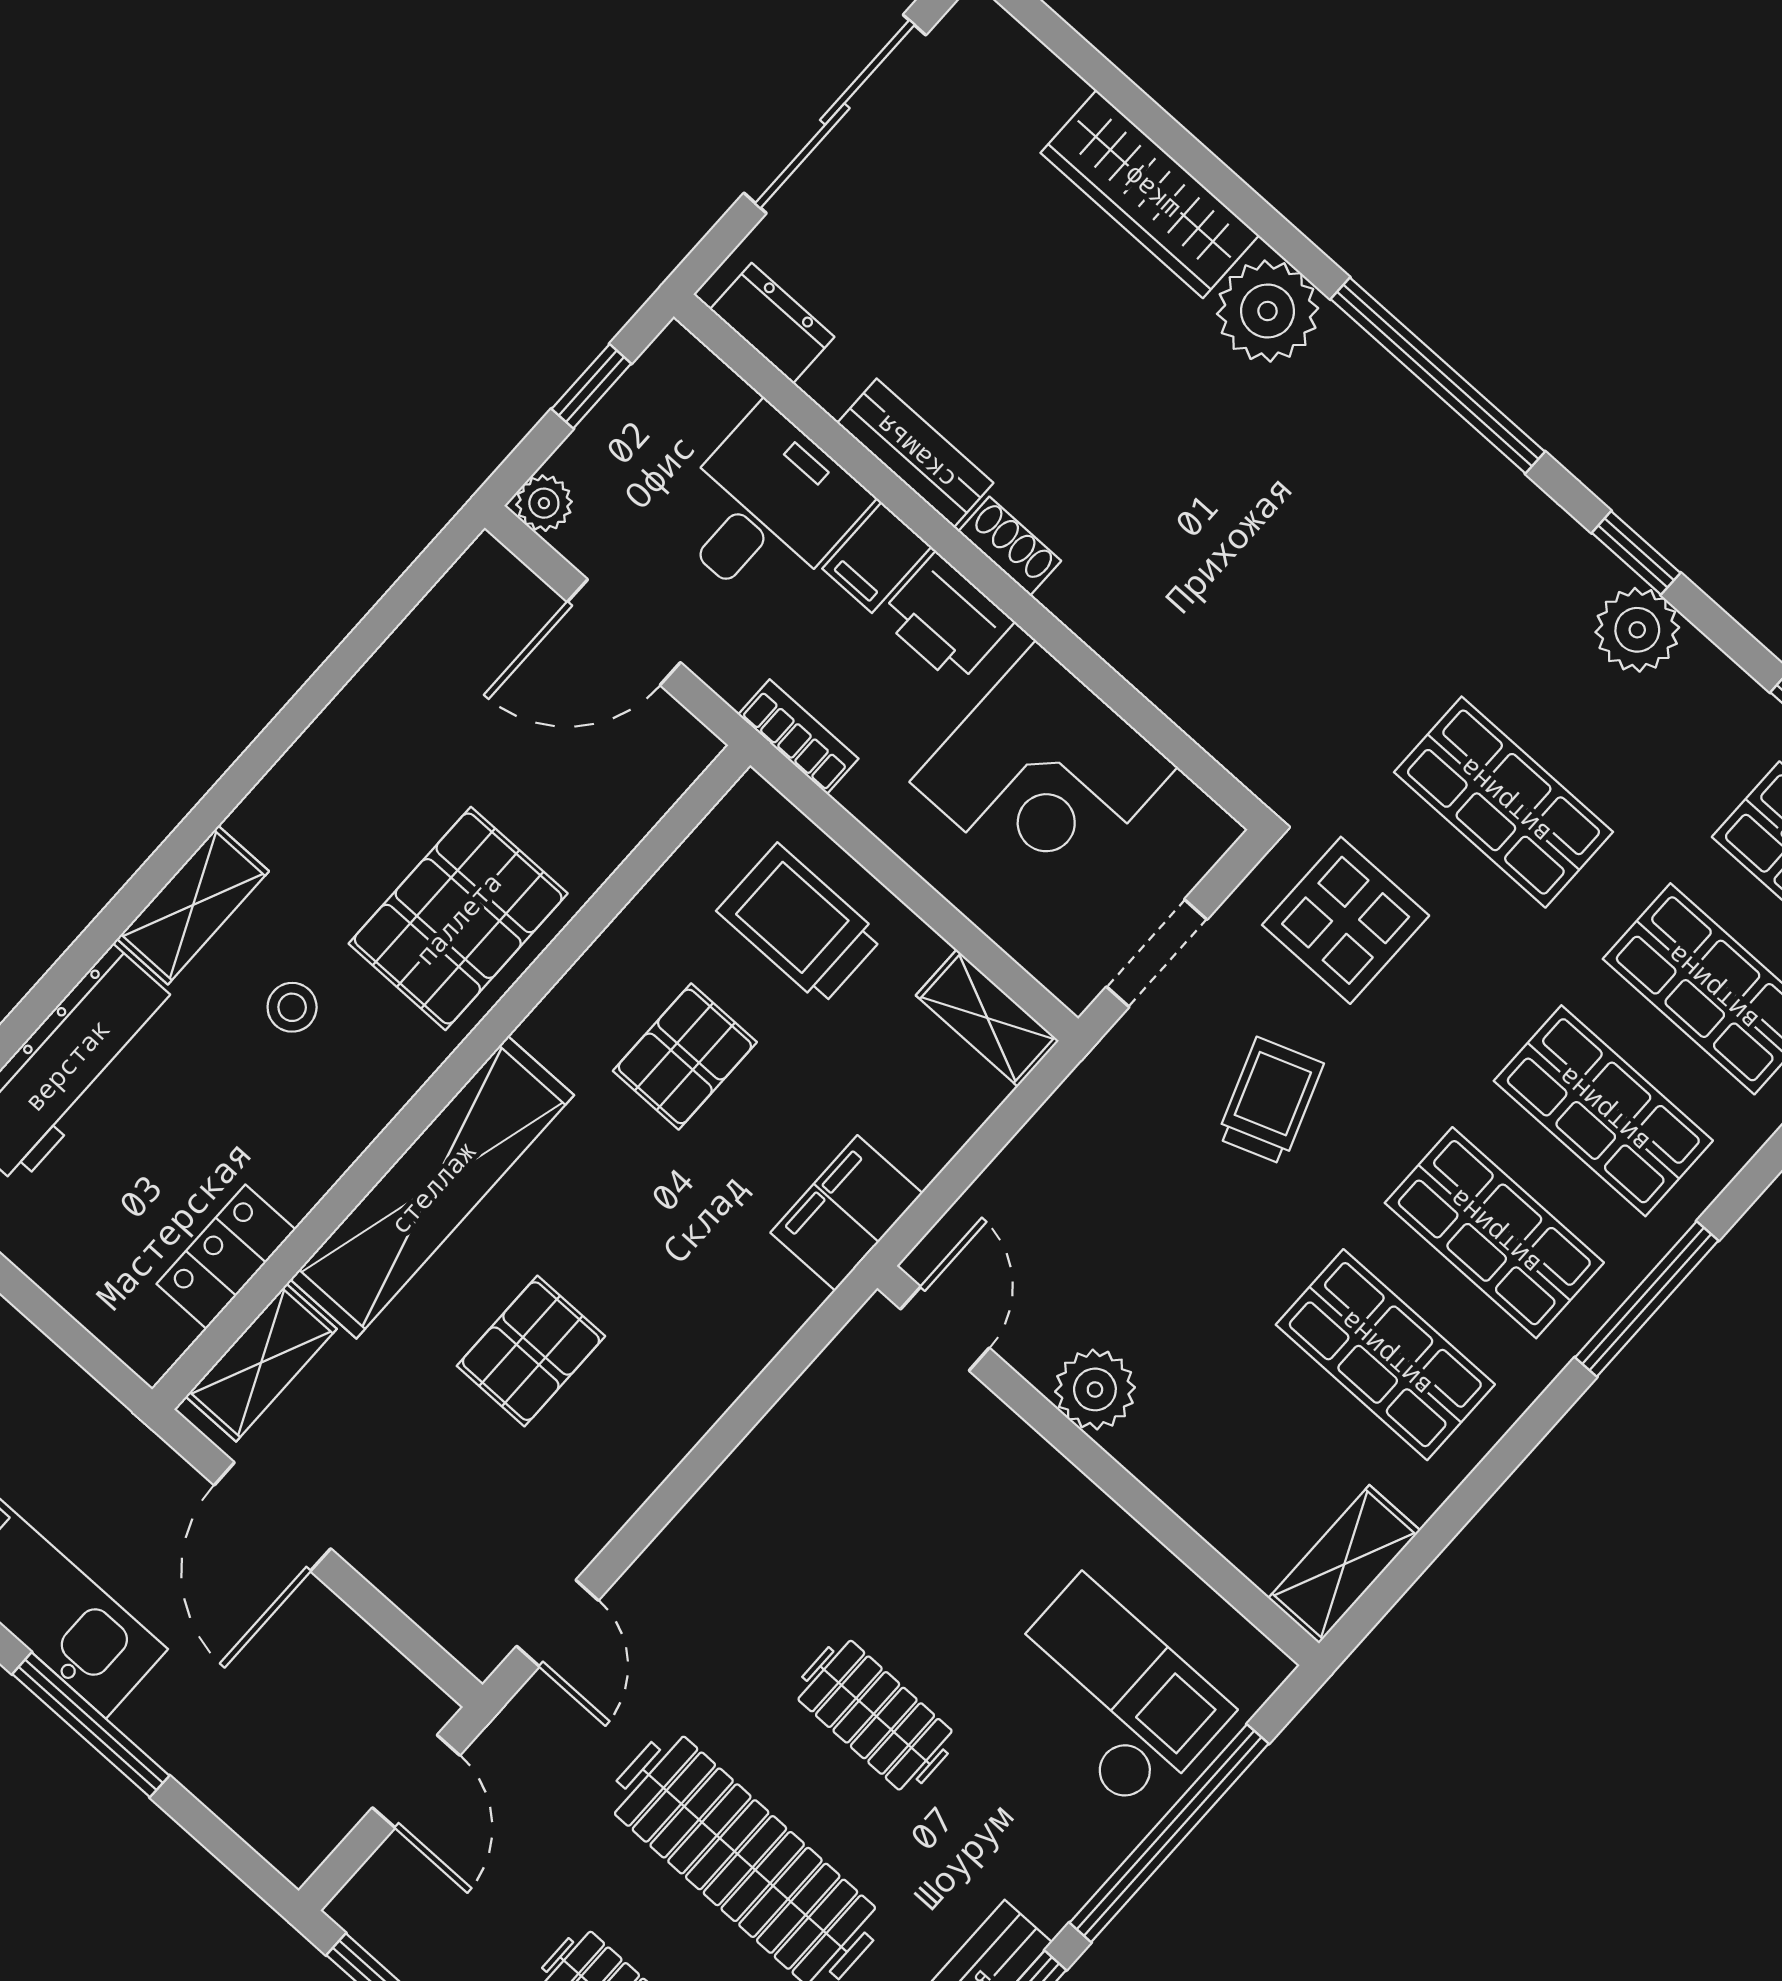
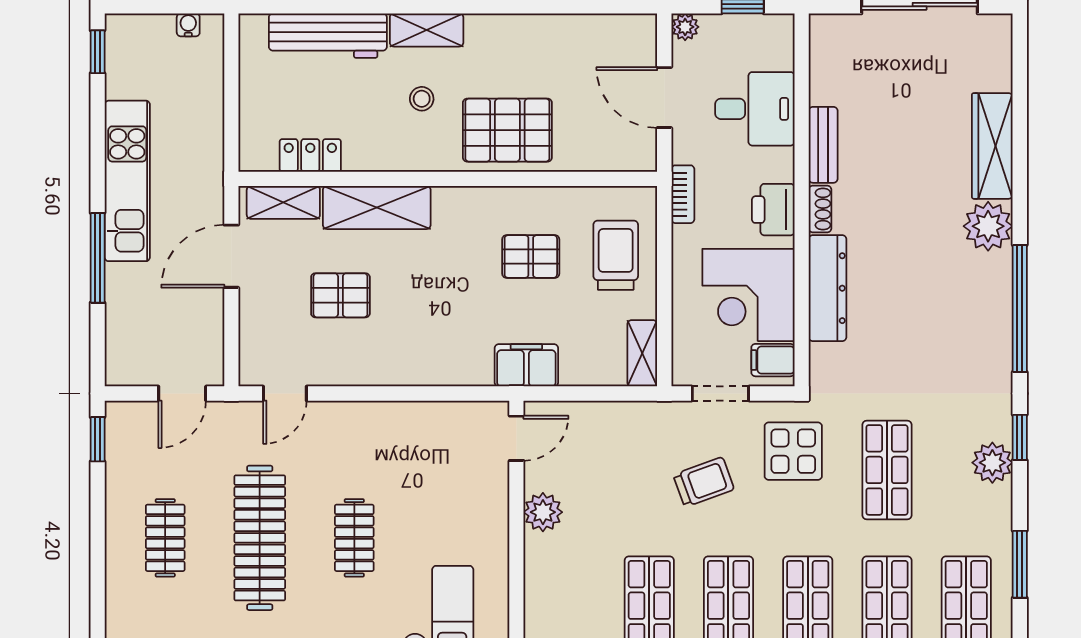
dresser: (772, 323) -> (827, 288), moved, width x1.96, depth x1.24
filing cabinet: (877, 558) -> (773, 360), moved
shelving: (432, 1187) -> (377, 207), width x0.68
pallet: (531, 1351) -> (340, 295), moved

